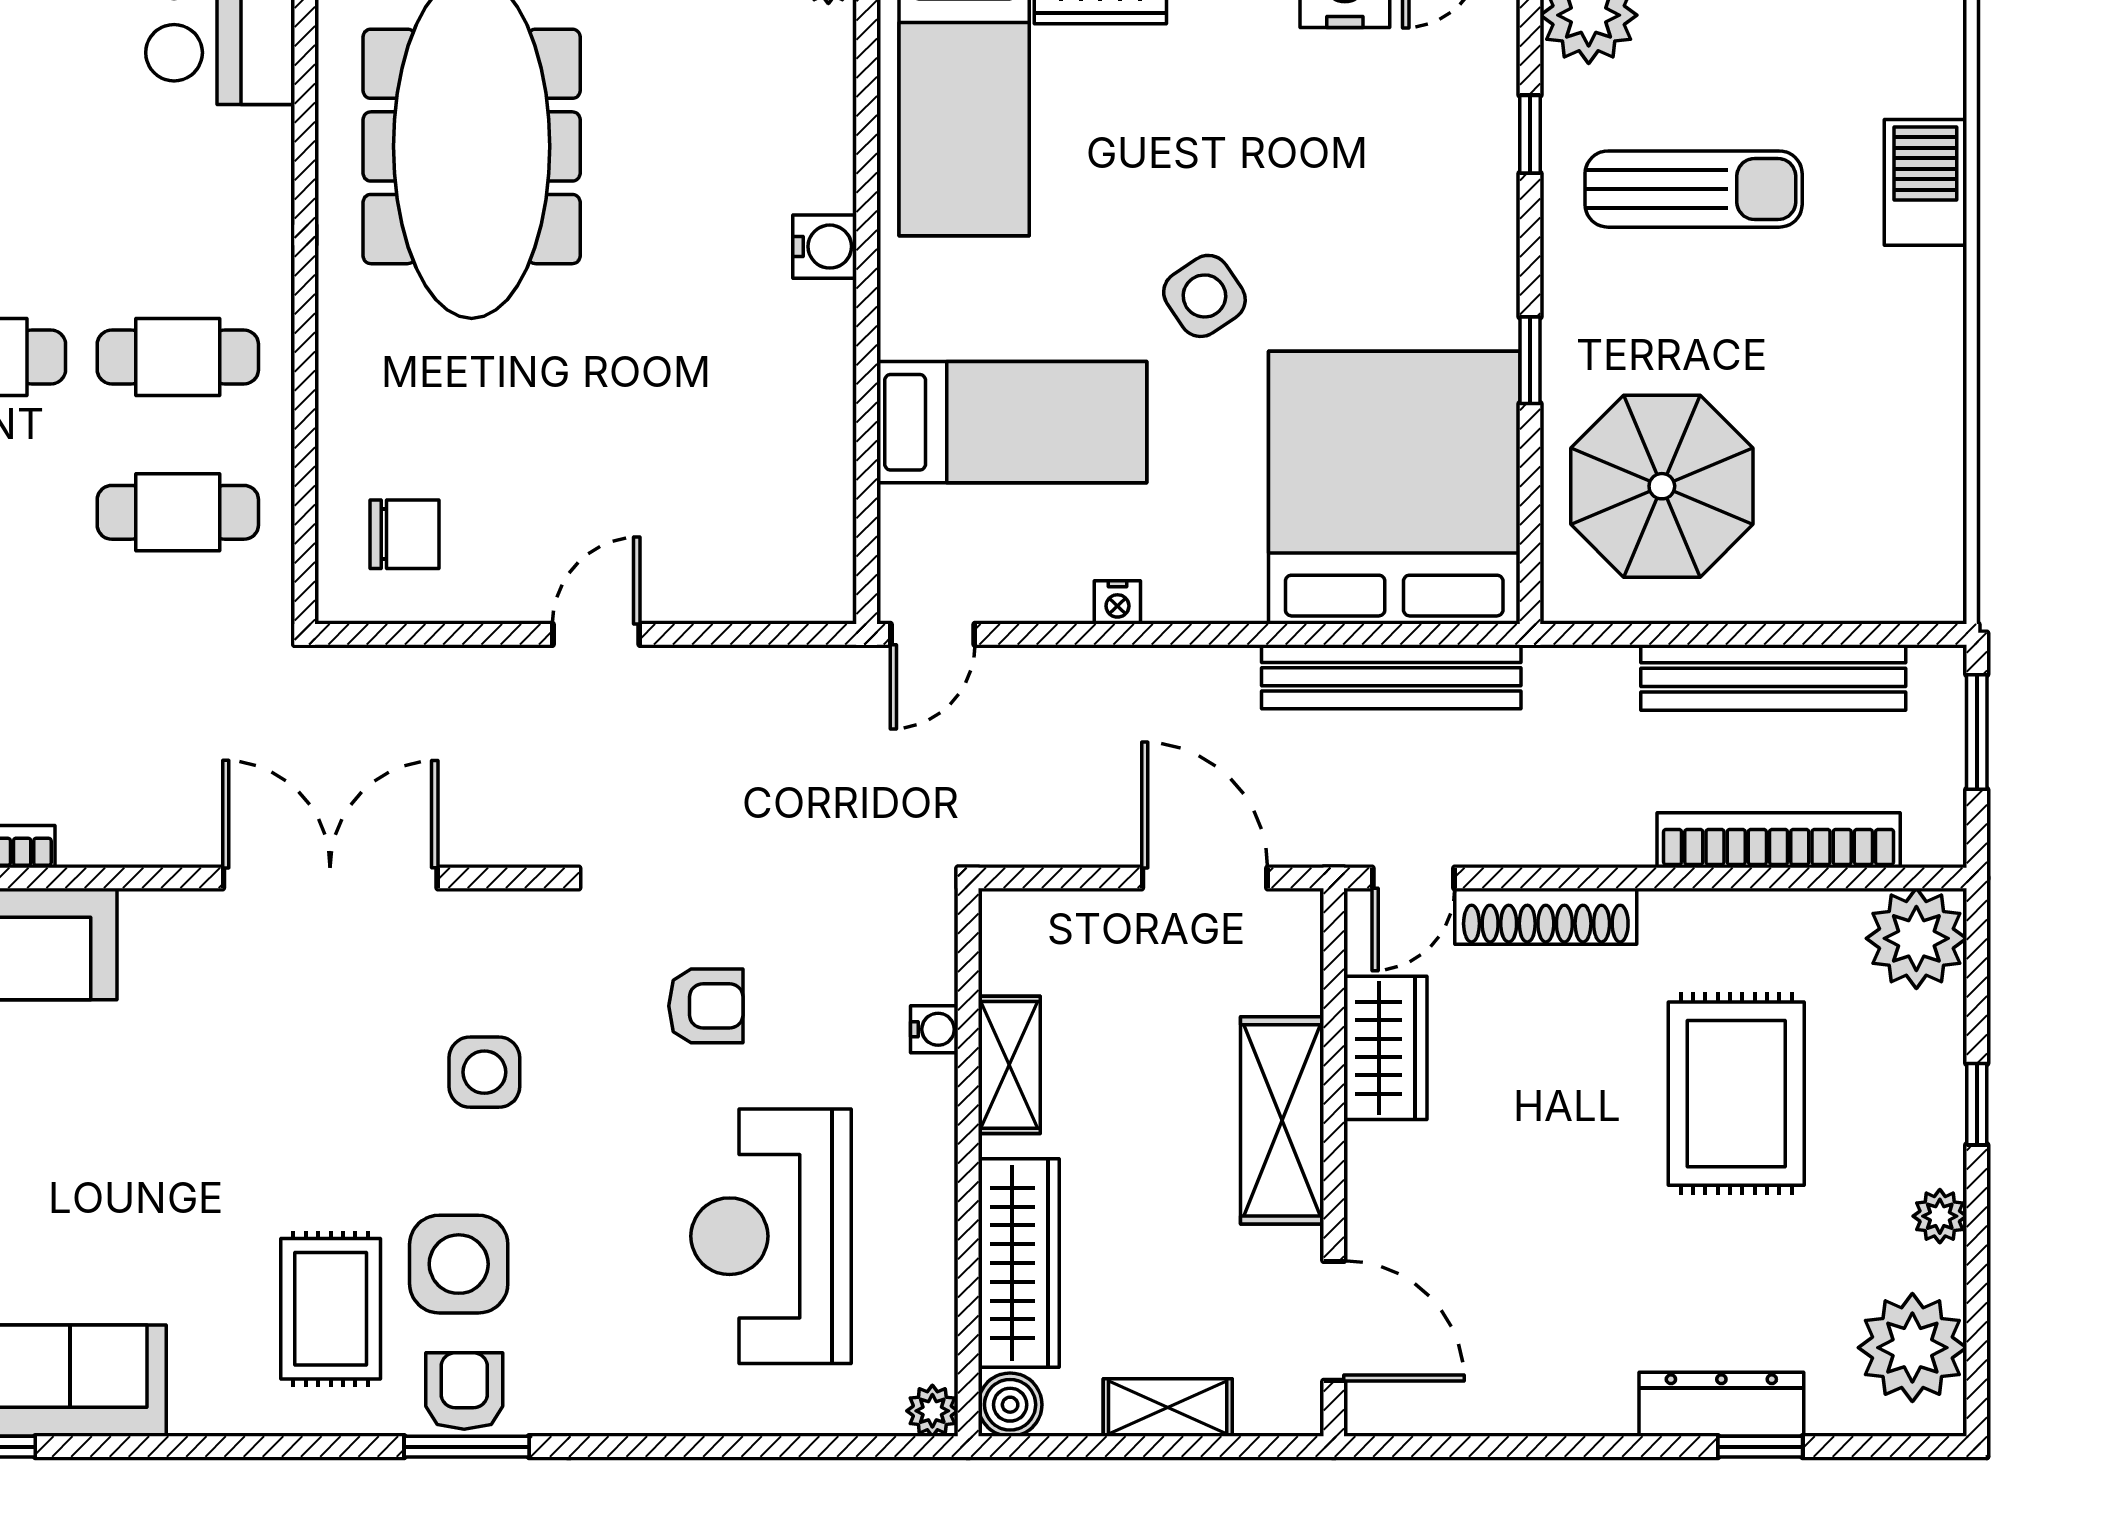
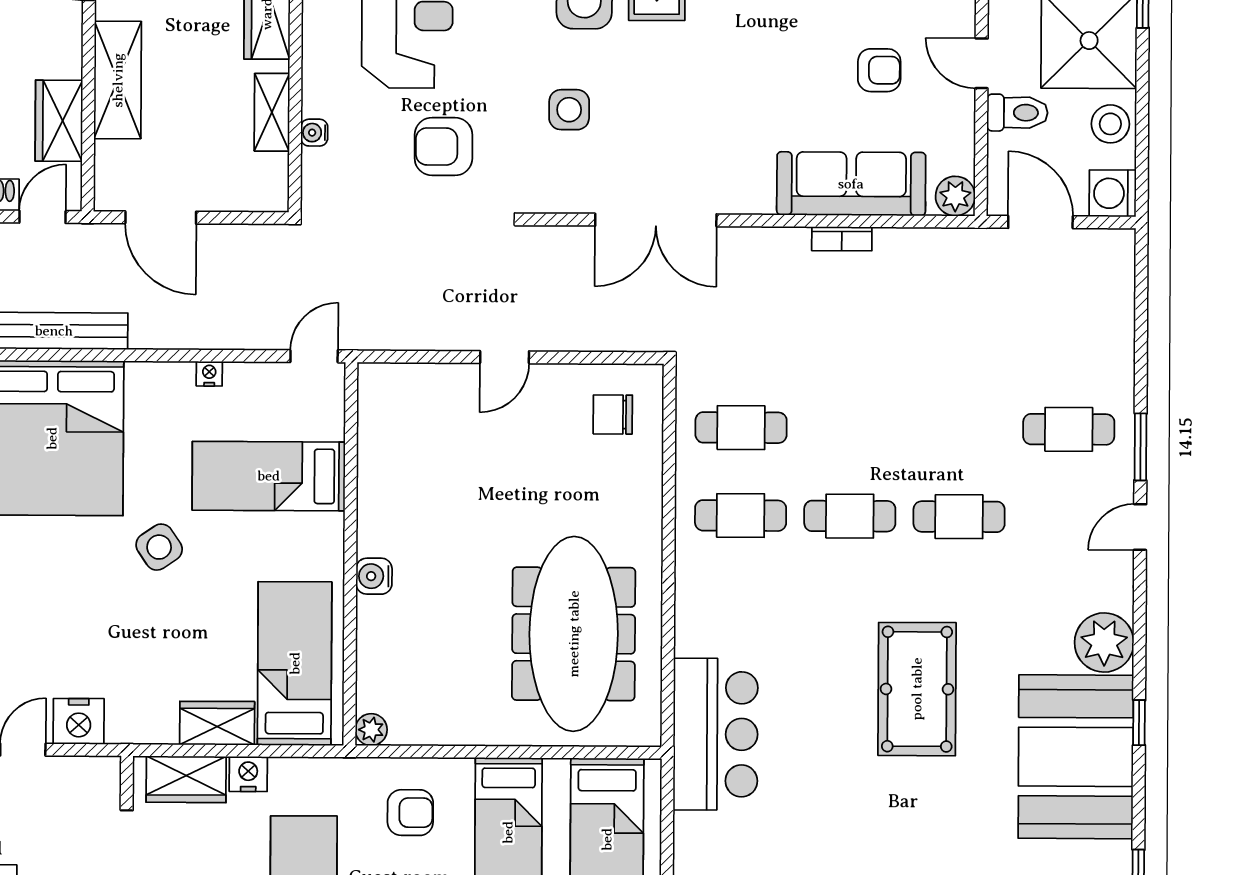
armchair: (706, 1006) -> (444, 147), width x1.38, depth x1.38

